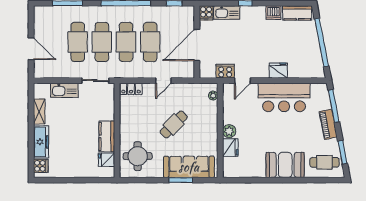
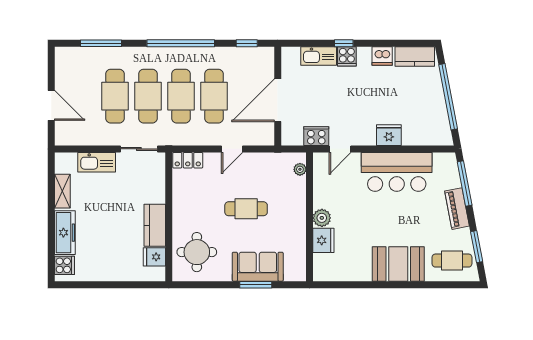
cooker: (206, 13) -> (347, 56), moved
cafe table: (174, 124) -> (246, 209), turned 45
sofa: (189, 167) -> (258, 267), width x0.73

